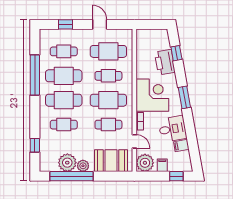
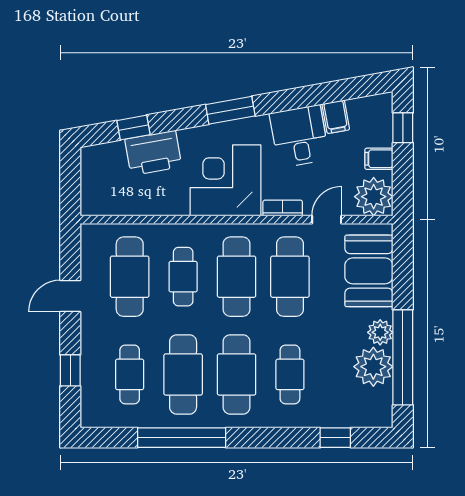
cafe table: (108, 125) -> (290, 277), width x1.37, depth x1.35

